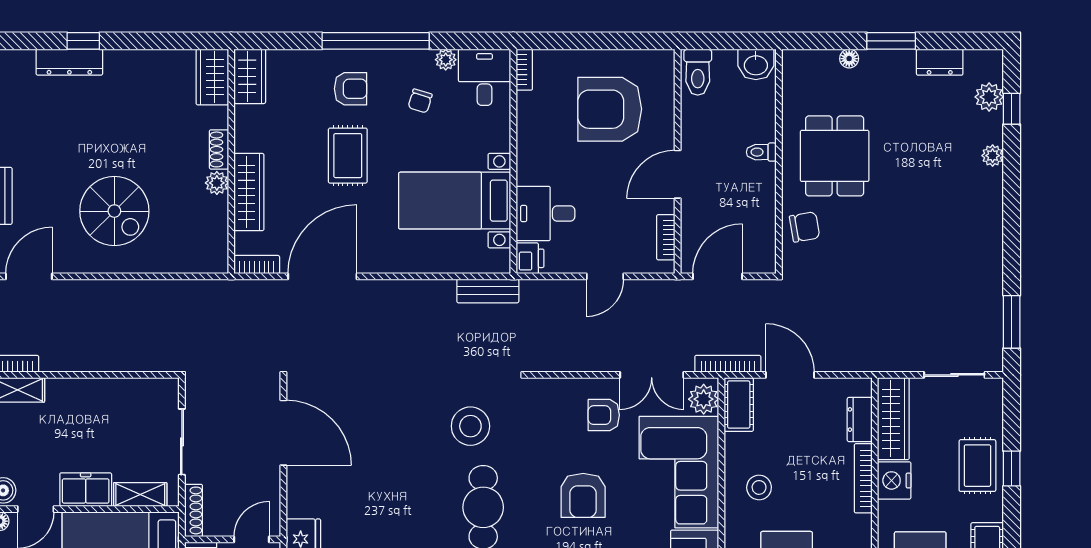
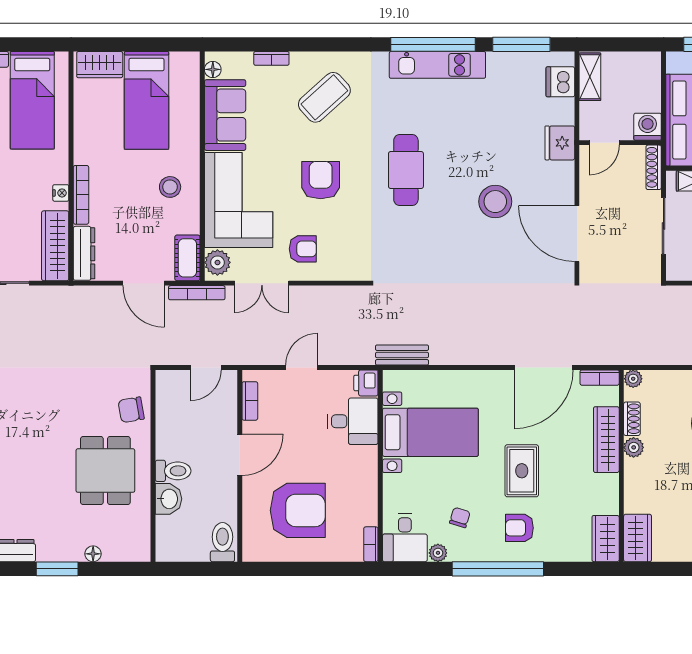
washbasin: (756, 64) -> (168, 499), moved, turned 90
shoe rack: (219, 149) -> (632, 419), moved
toilet: (761, 152) -> (173, 471), width x1.37, depth x1.39
plant: (217, 263) -> (633, 379), added
door: (717, 276) -> (206, 367), width x0.73
double door: (652, 375) -> (262, 283), swing flipped
dresser: (860, 419) -> (84, 253), width x1.44
stool: (470, 426) -> (495, 202), moved
nightstand: (894, 480) -> (61, 193), width x0.53, depth x0.56

